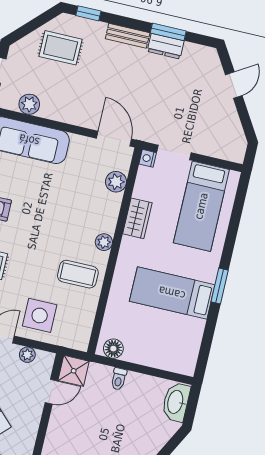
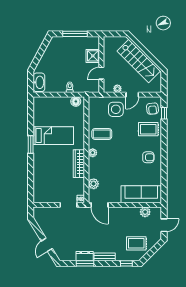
bed: (201, 206) -> (49, 182), removed
wardrobe: (137, 218) -> (79, 164), width x1.50
shower: (74, 371) -> (93, 56), moved

